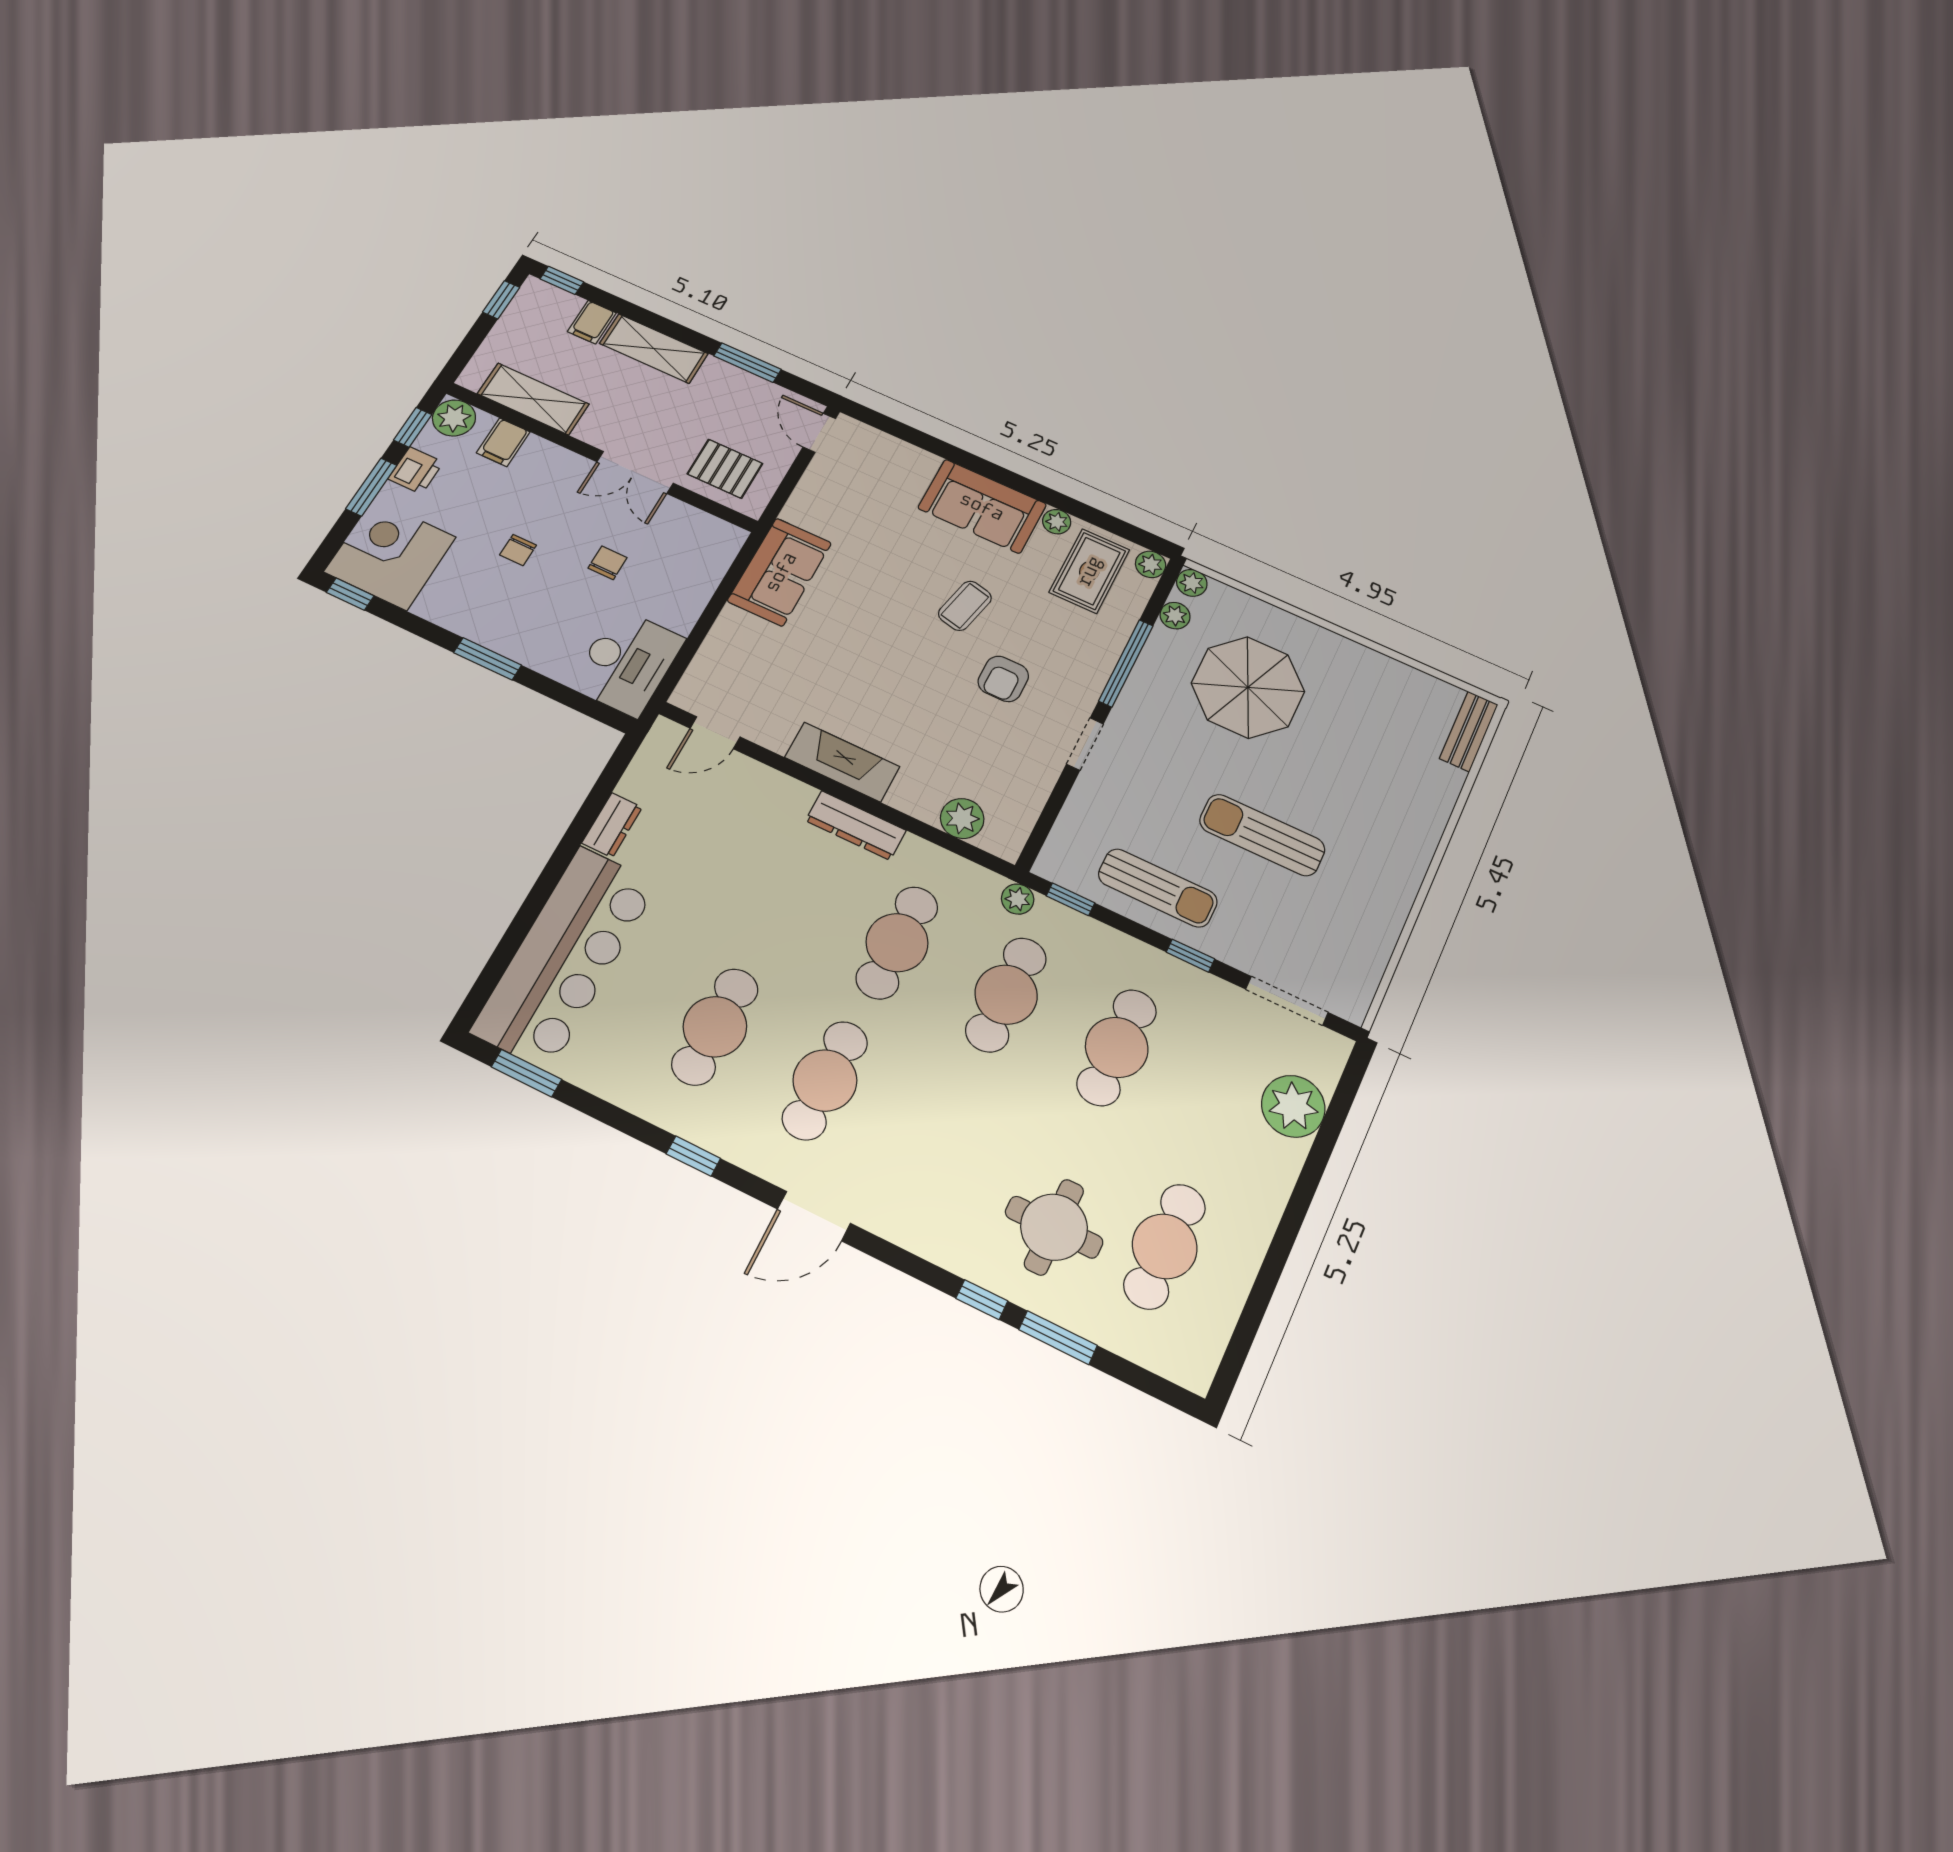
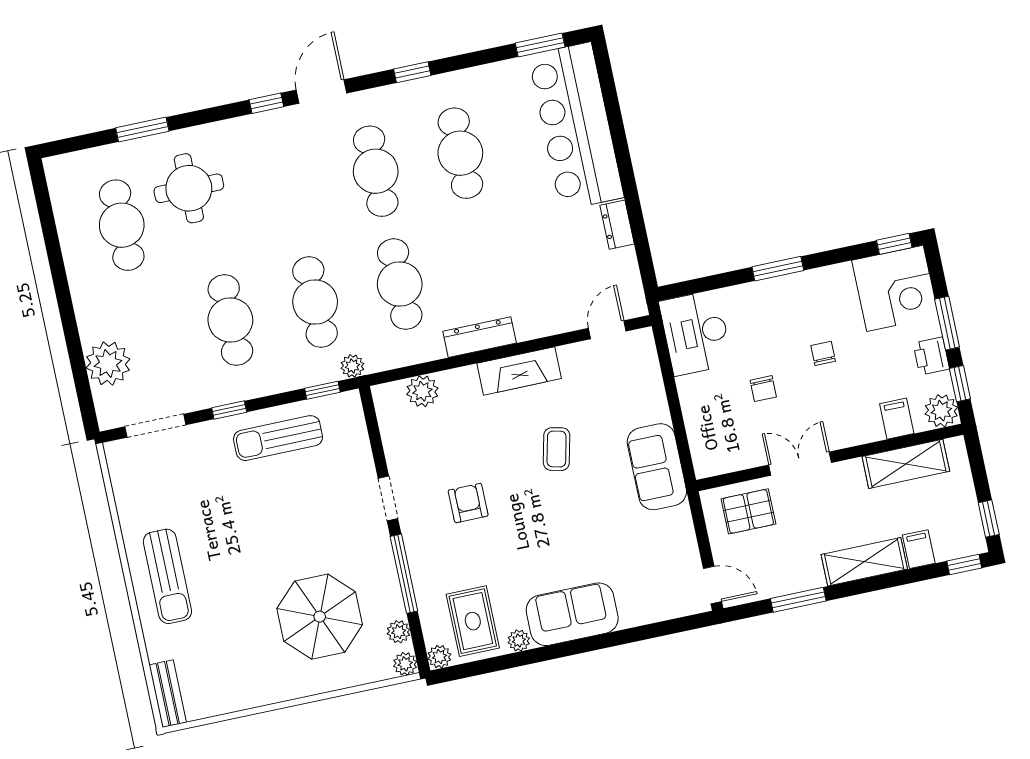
coffee table: (965, 606) -> (557, 449), moved
sun lounger: (1262, 835) -> (167, 576), moved, turned 90
window: (982, 1300) -> (266, 103), moved

